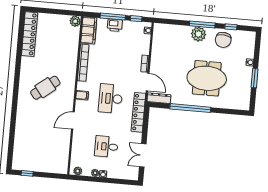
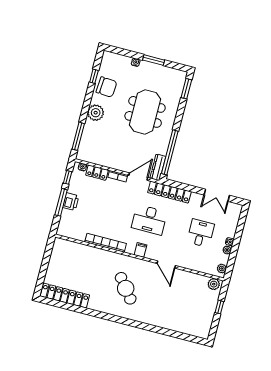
plant: (75, 21) -> (214, 284), moved
window: (202, 24) -> (78, 136), moved
filing cabinet: (89, 30) -> (72, 231), removed
locker: (145, 44) -> (97, 173), added
window: (190, 108) -> (170, 152), moved
window: (234, 112) -> (186, 89), added
desk: (106, 147) -> (201, 233), turned 180
window: (27, 173) -> (219, 307), moved

